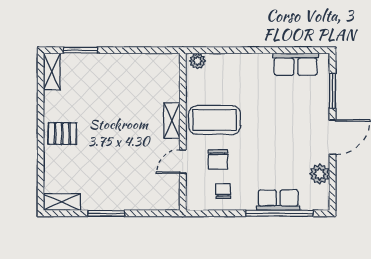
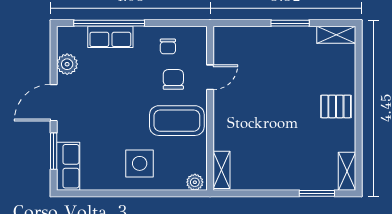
row of seats: (296, 64) -> (68, 166), moved, turned 90
side table: (250, 79) -> (140, 163), added
shelving: (172, 121) -> (221, 170), moved

